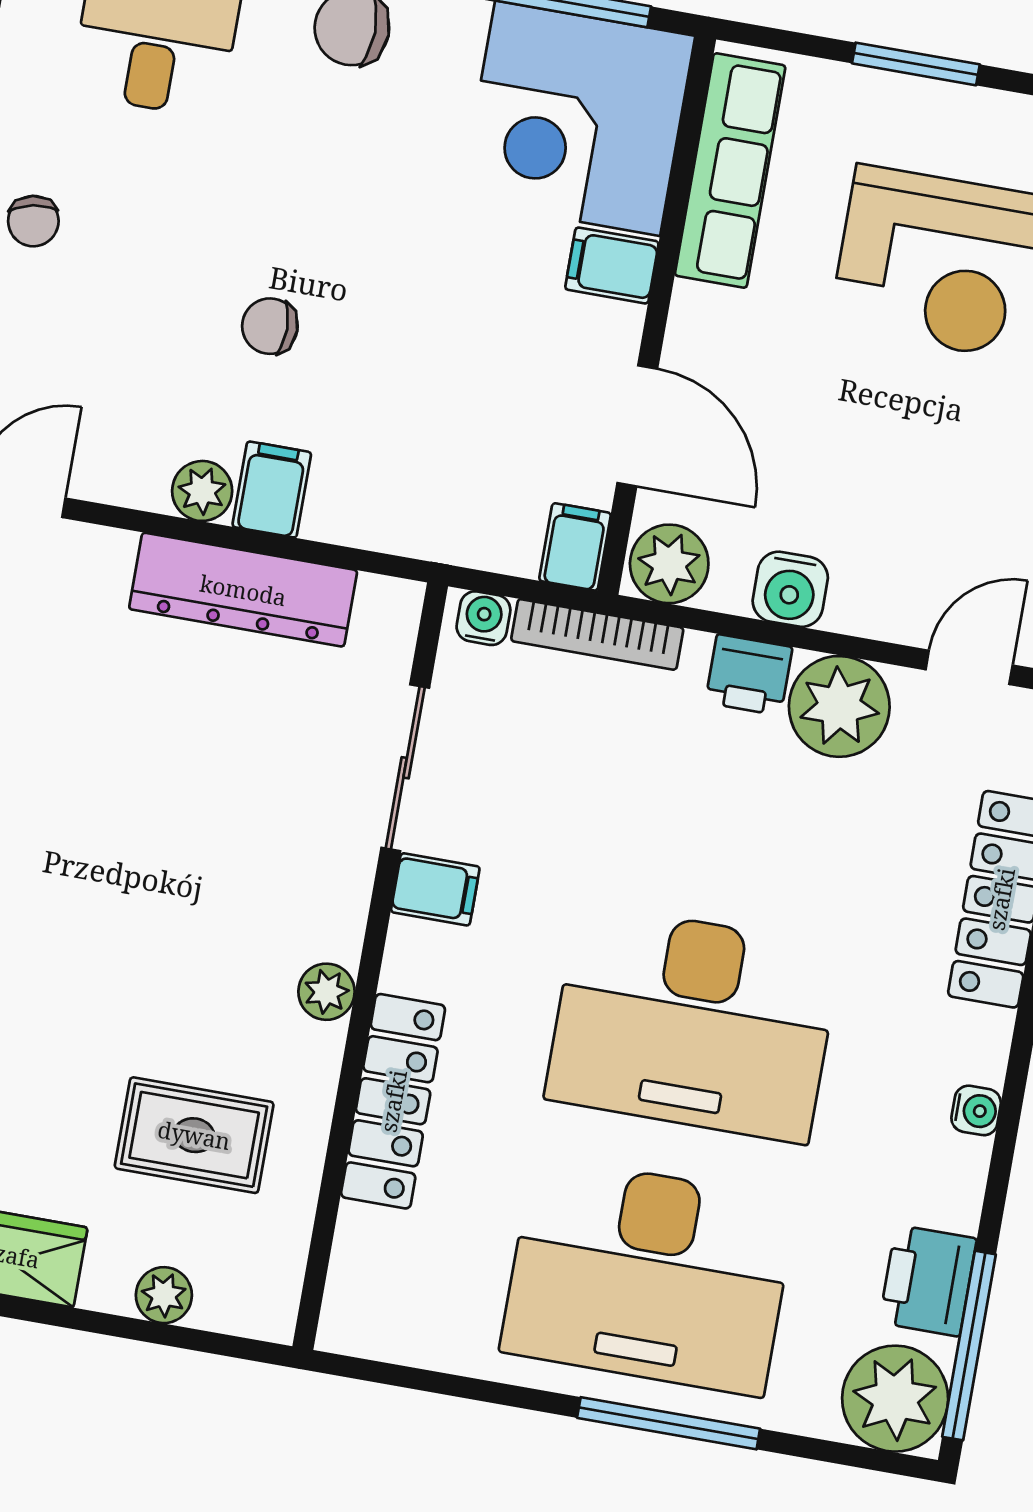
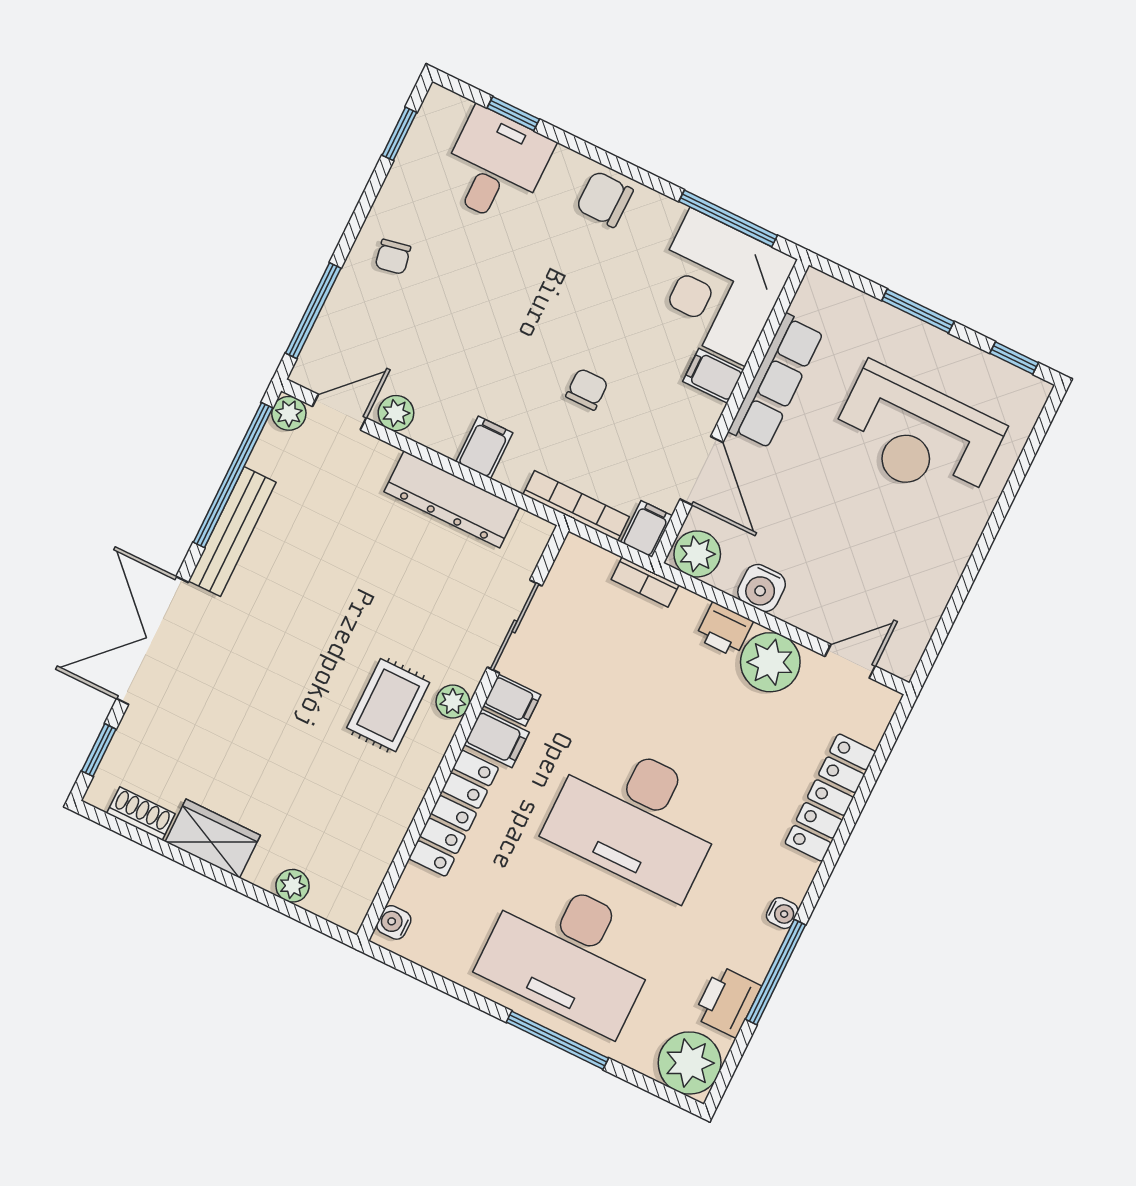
row of seats: (730, 171) -> (776, 381), moved
chair: (270, 326) -> (587, 389), moved, turned 90
plant: (202, 491) -> (396, 413), moved
bookcase: (449, 542) -> (576, 506), added
water cooler: (483, 618) -> (394, 922), moved, turned -90
bookcase: (597, 634) -> (645, 582), width x0.64
filing cabinet: (428, 959) -> (497, 738), added
plant: (326, 992) -> (453, 702), moved
rug: (194, 1135) -> (388, 705), moved, turned 90
window: (969, 1346) -> (776, 972), moved

